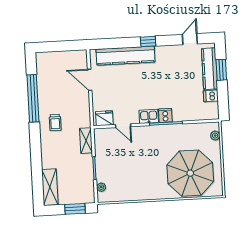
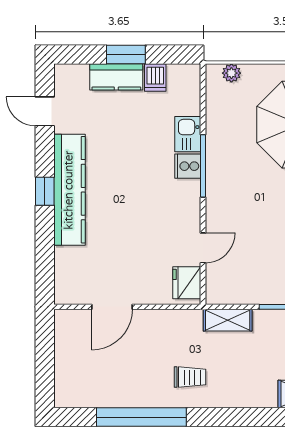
kitchen counter: (125, 56) -> (69, 190), moved
kitchen counter: (210, 69) -> (116, 77), width x0.67
window: (221, 70) -> (126, 55), moved
kitchen sink: (149, 116) -> (188, 134), moved

